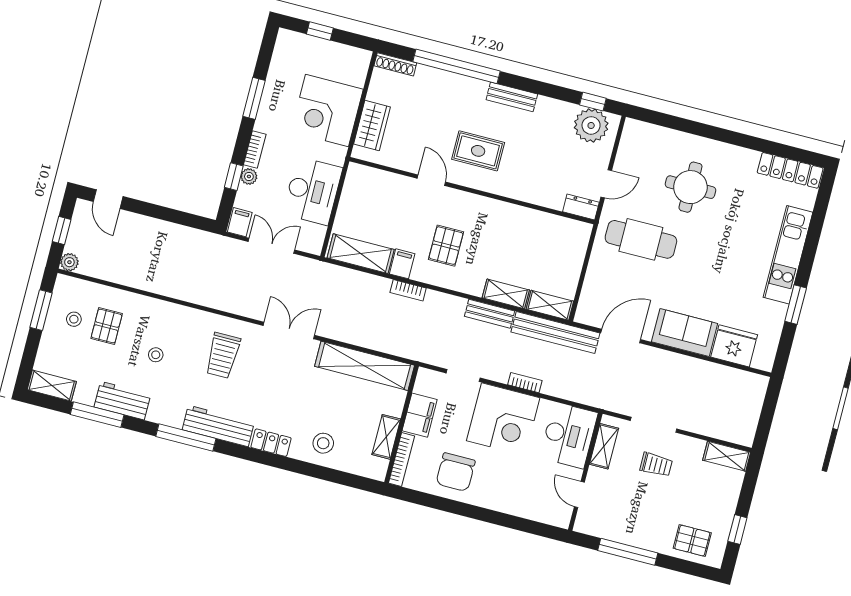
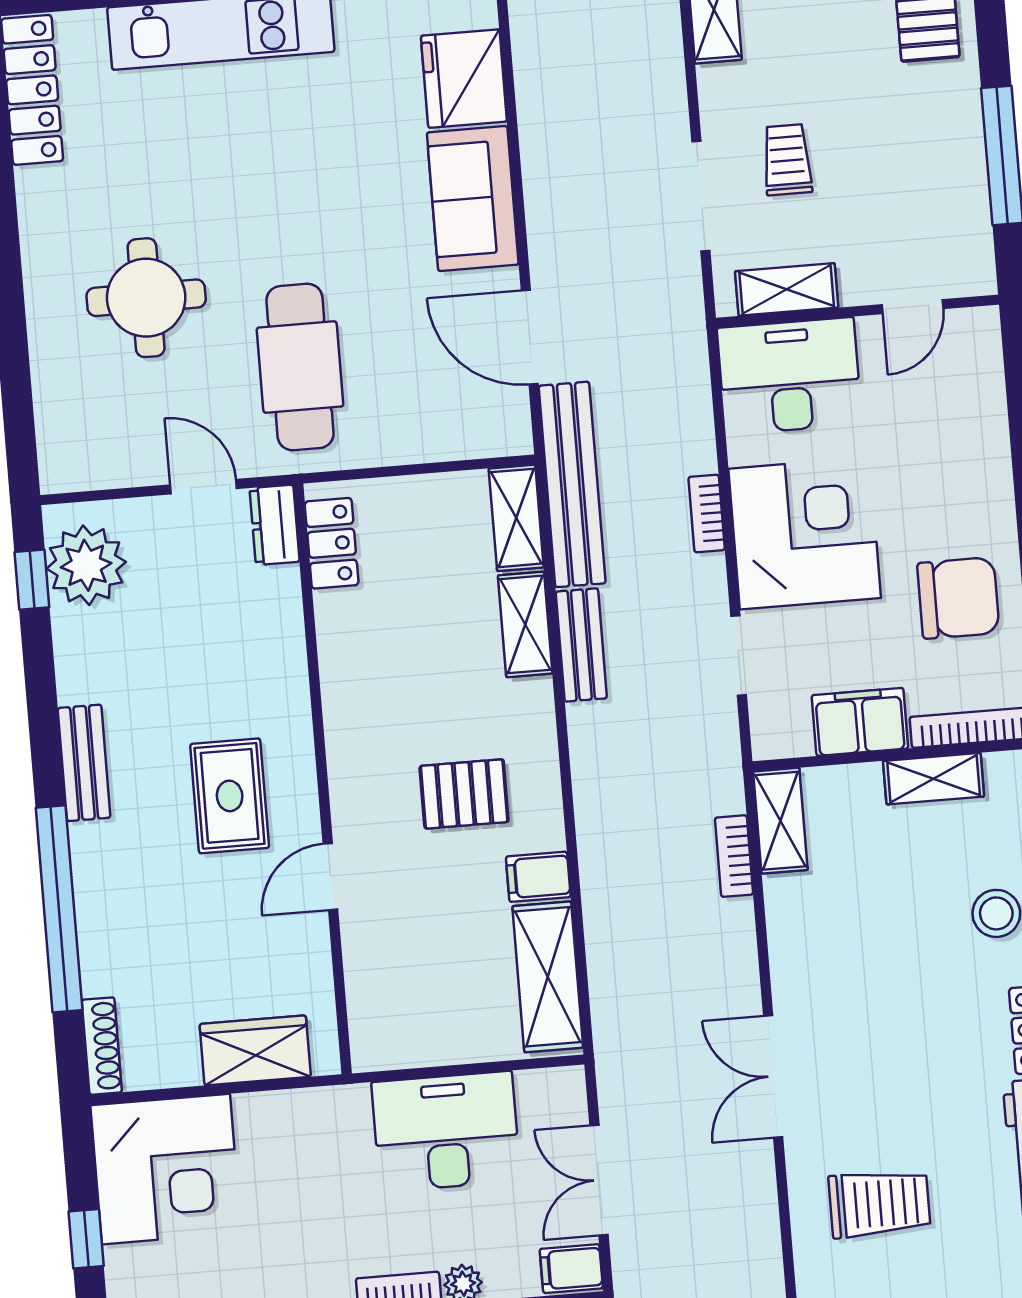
corner desk: (327, 111) -> (166, 1169), moved
locker: (566, 227) -> (332, 543), added
bookcase: (408, 290) -> (734, 856), moved, turned 180
shelving: (365, 366) -> (780, 821), width x0.45, depth x0.75

